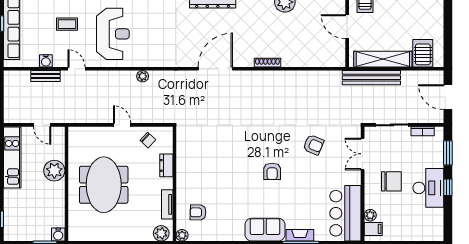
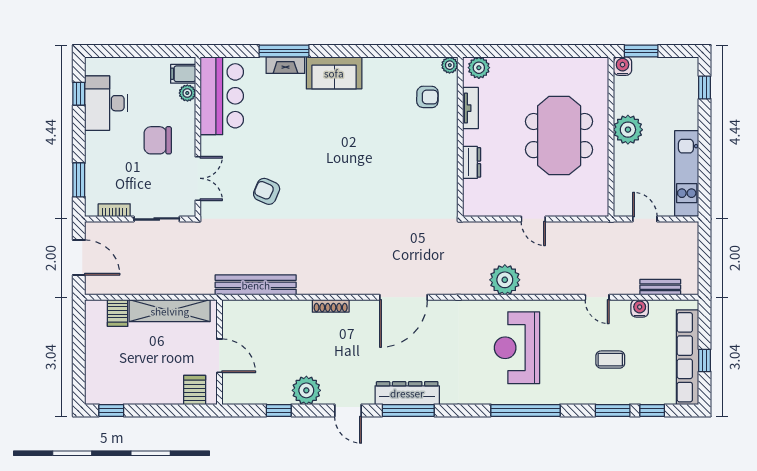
reception desk: (113, 34) -> (517, 348), moved
server rack: (423, 53) -> (118, 313), width x0.73, depth x0.70
bench: (46, 76) -> (660, 287), moved
plant: (143, 76) -> (505, 280), width x1.88, depth x1.88
bench: (371, 78) -> (256, 285), moved
chair: (148, 140) -> (497, 198), removed
plant: (54, 171) -> (628, 130), moved
armchair: (272, 171) -> (324, 154), removed
window: (448, 187) -> (79, 94), moved
desk: (428, 188) -> (106, 103), moved

